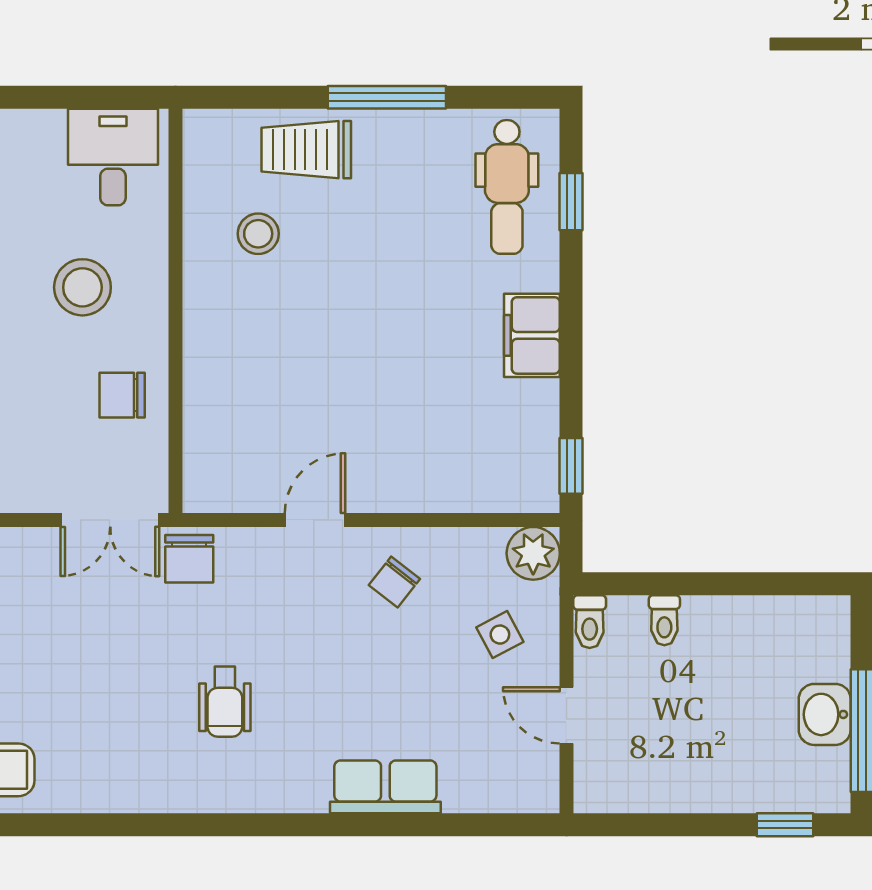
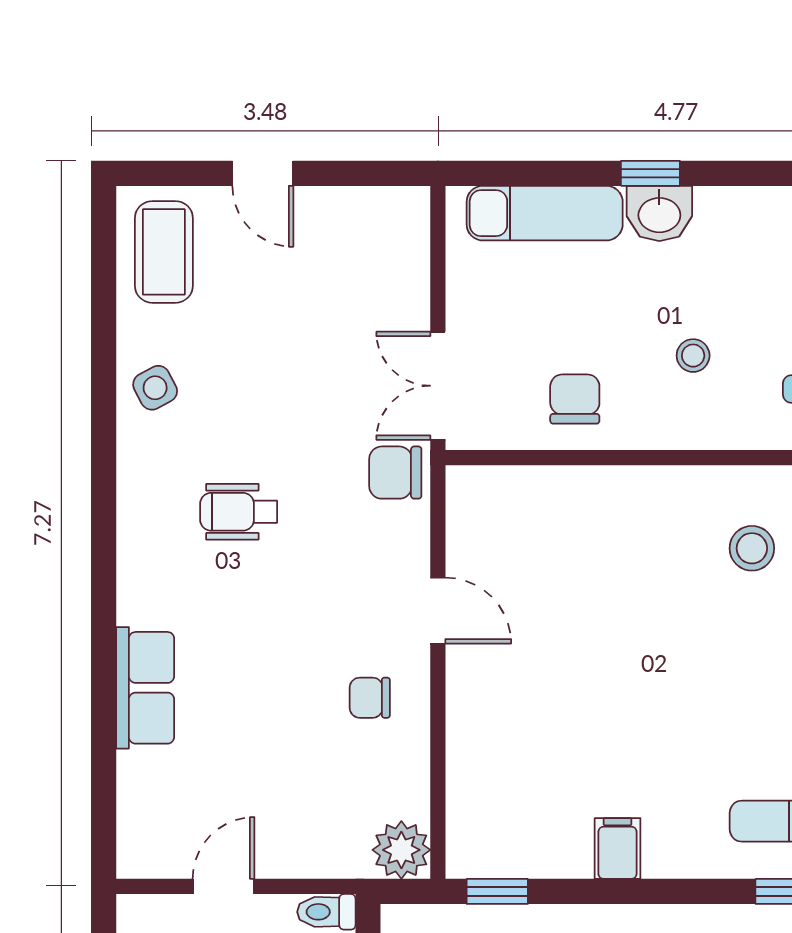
stool: (82, 287) -> (693, 356), width x0.53, depth x0.53
filing cabinet: (532, 335) -> (618, 848), width x0.50
chair: (394, 582) -> (370, 698), turned -38
side table: (500, 635) -> (155, 388), moved

